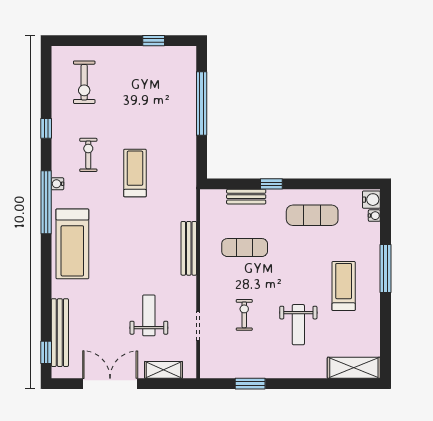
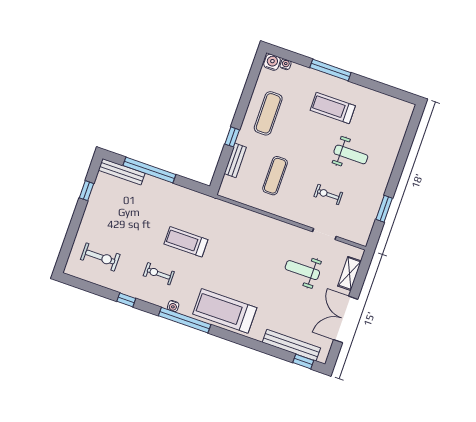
treadmill: (72, 244) -> (225, 311), turned 180
bench: (189, 248) -> (122, 172), moved
shelving: (354, 368) -> (400, 122), removed

